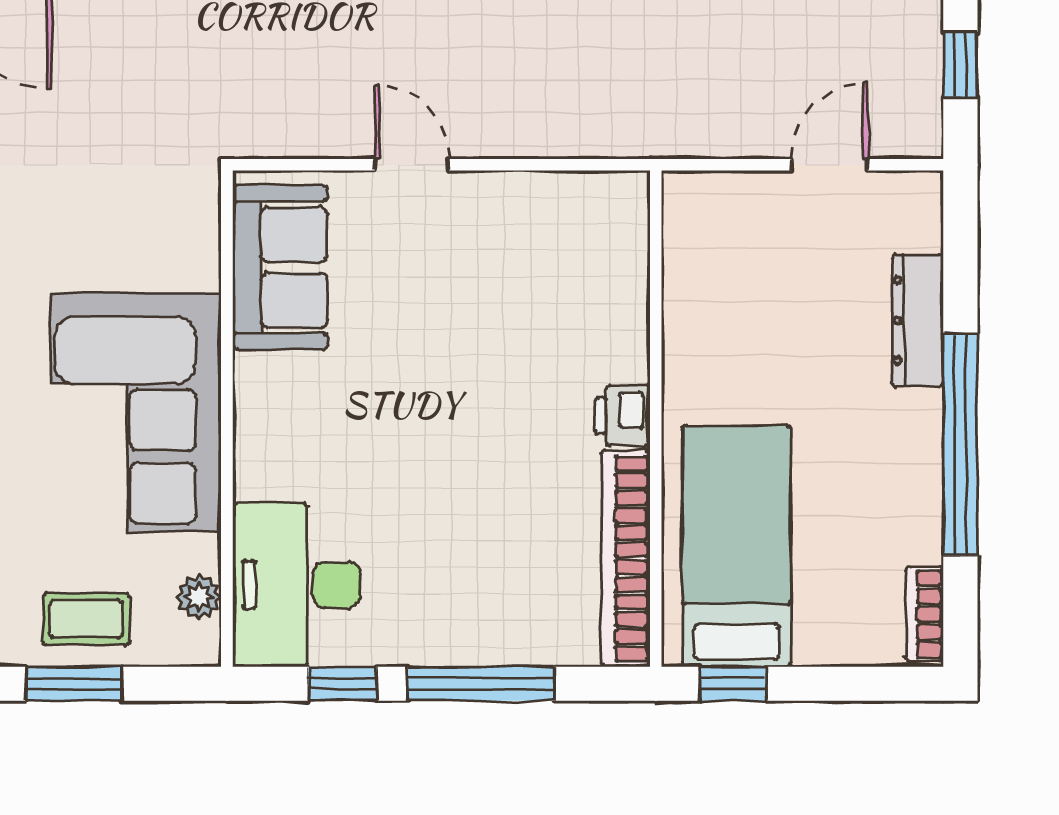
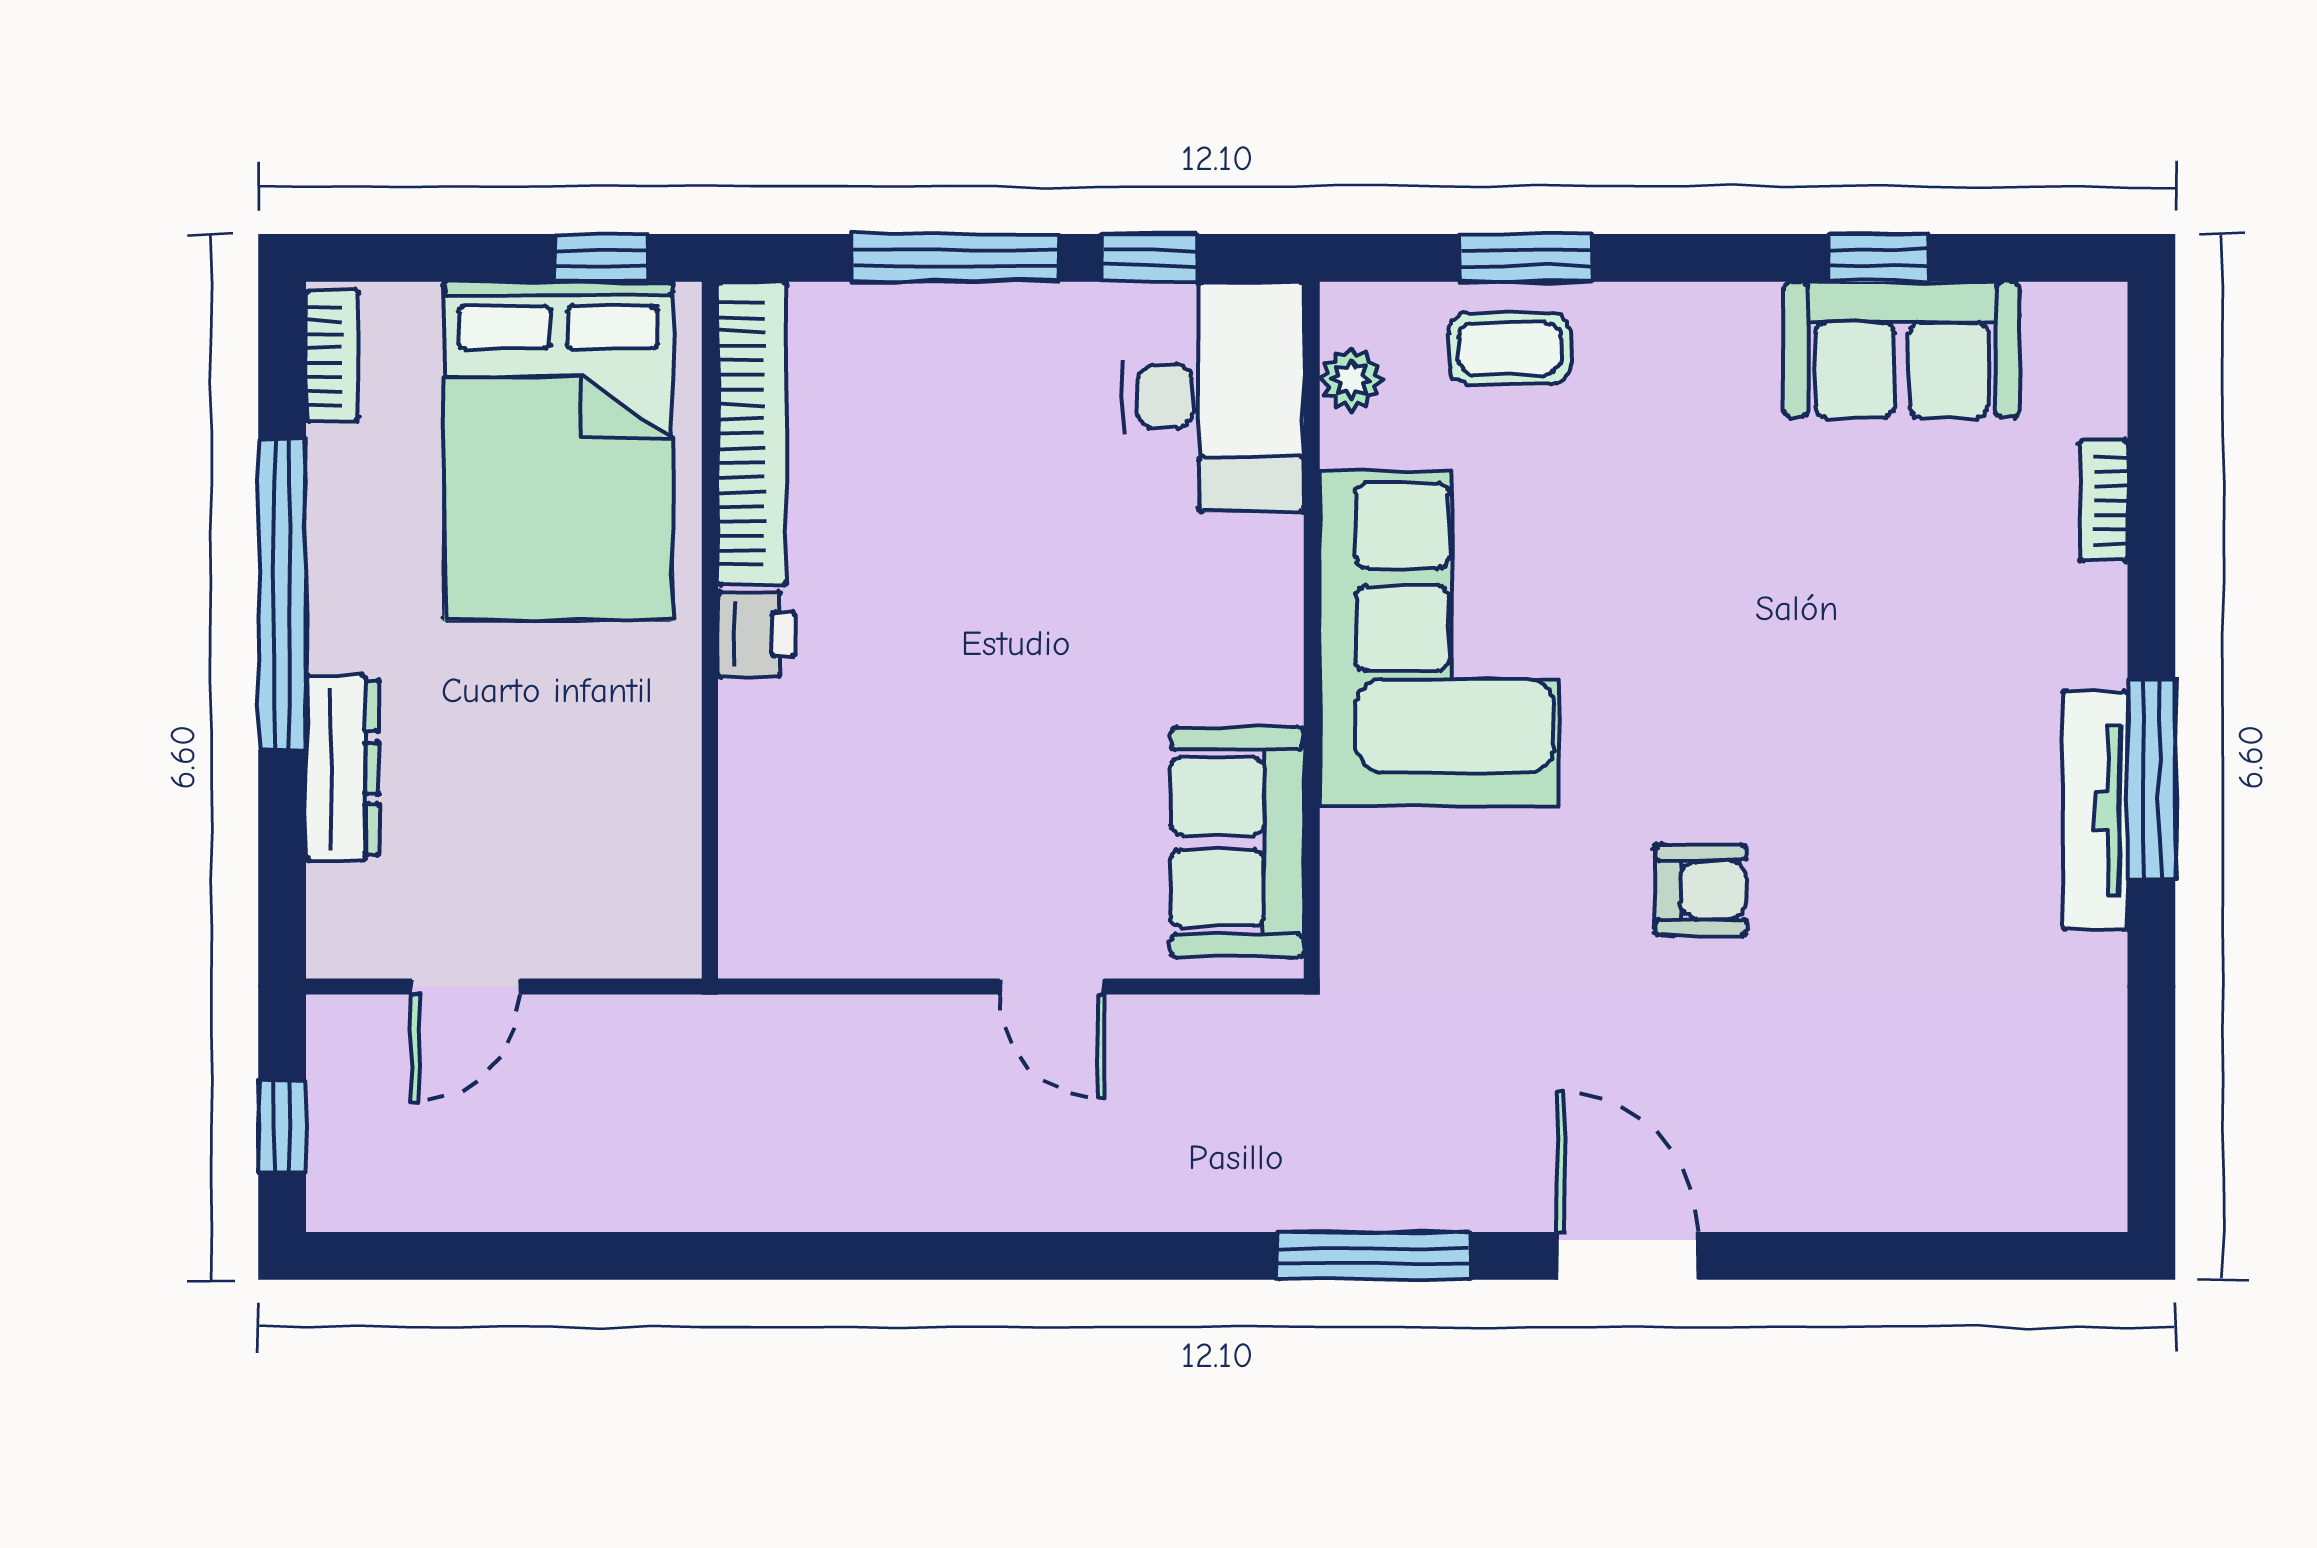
bed: (736, 546) -> (558, 451), width x1.50

